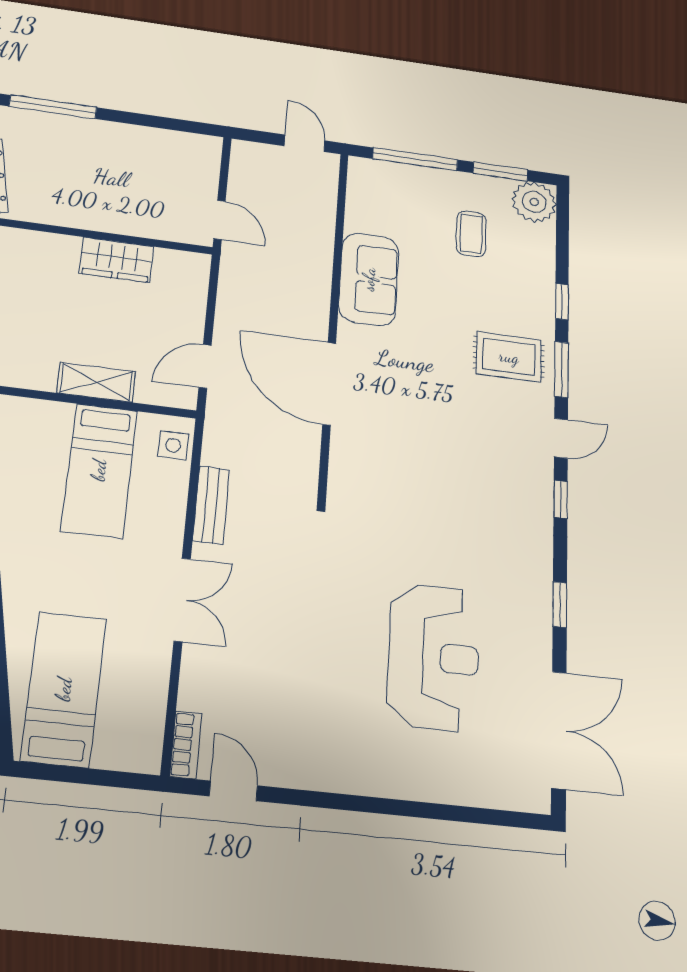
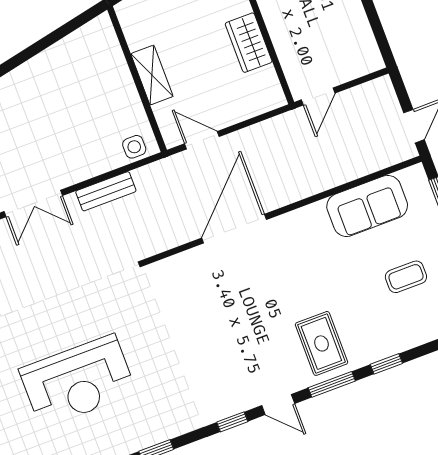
sofa: (369, 279) -> (367, 206), moved
bed: (99, 470) -> (92, 108), removed

